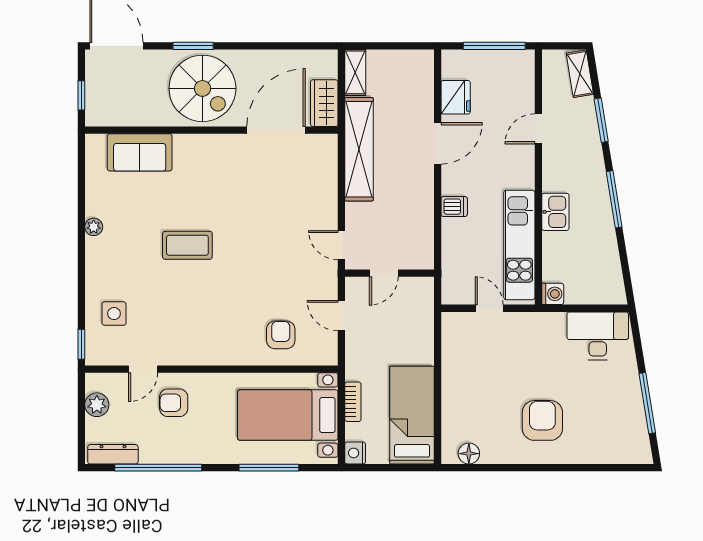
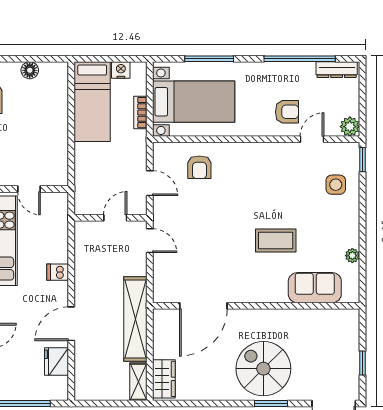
wardrobe: (324, 103) -> (164, 379), moved
wall: (211, 130) -> (256, 306), moved
door: (276, 130) -> (203, 306), moved
sofa: (140, 152) -> (315, 288), moved
plant: (97, 405) -> (350, 127), moved
nightstand: (355, 453) -> (121, 70), moved, turned -90
floor lamp: (469, 454) -> (30, 70), moved

